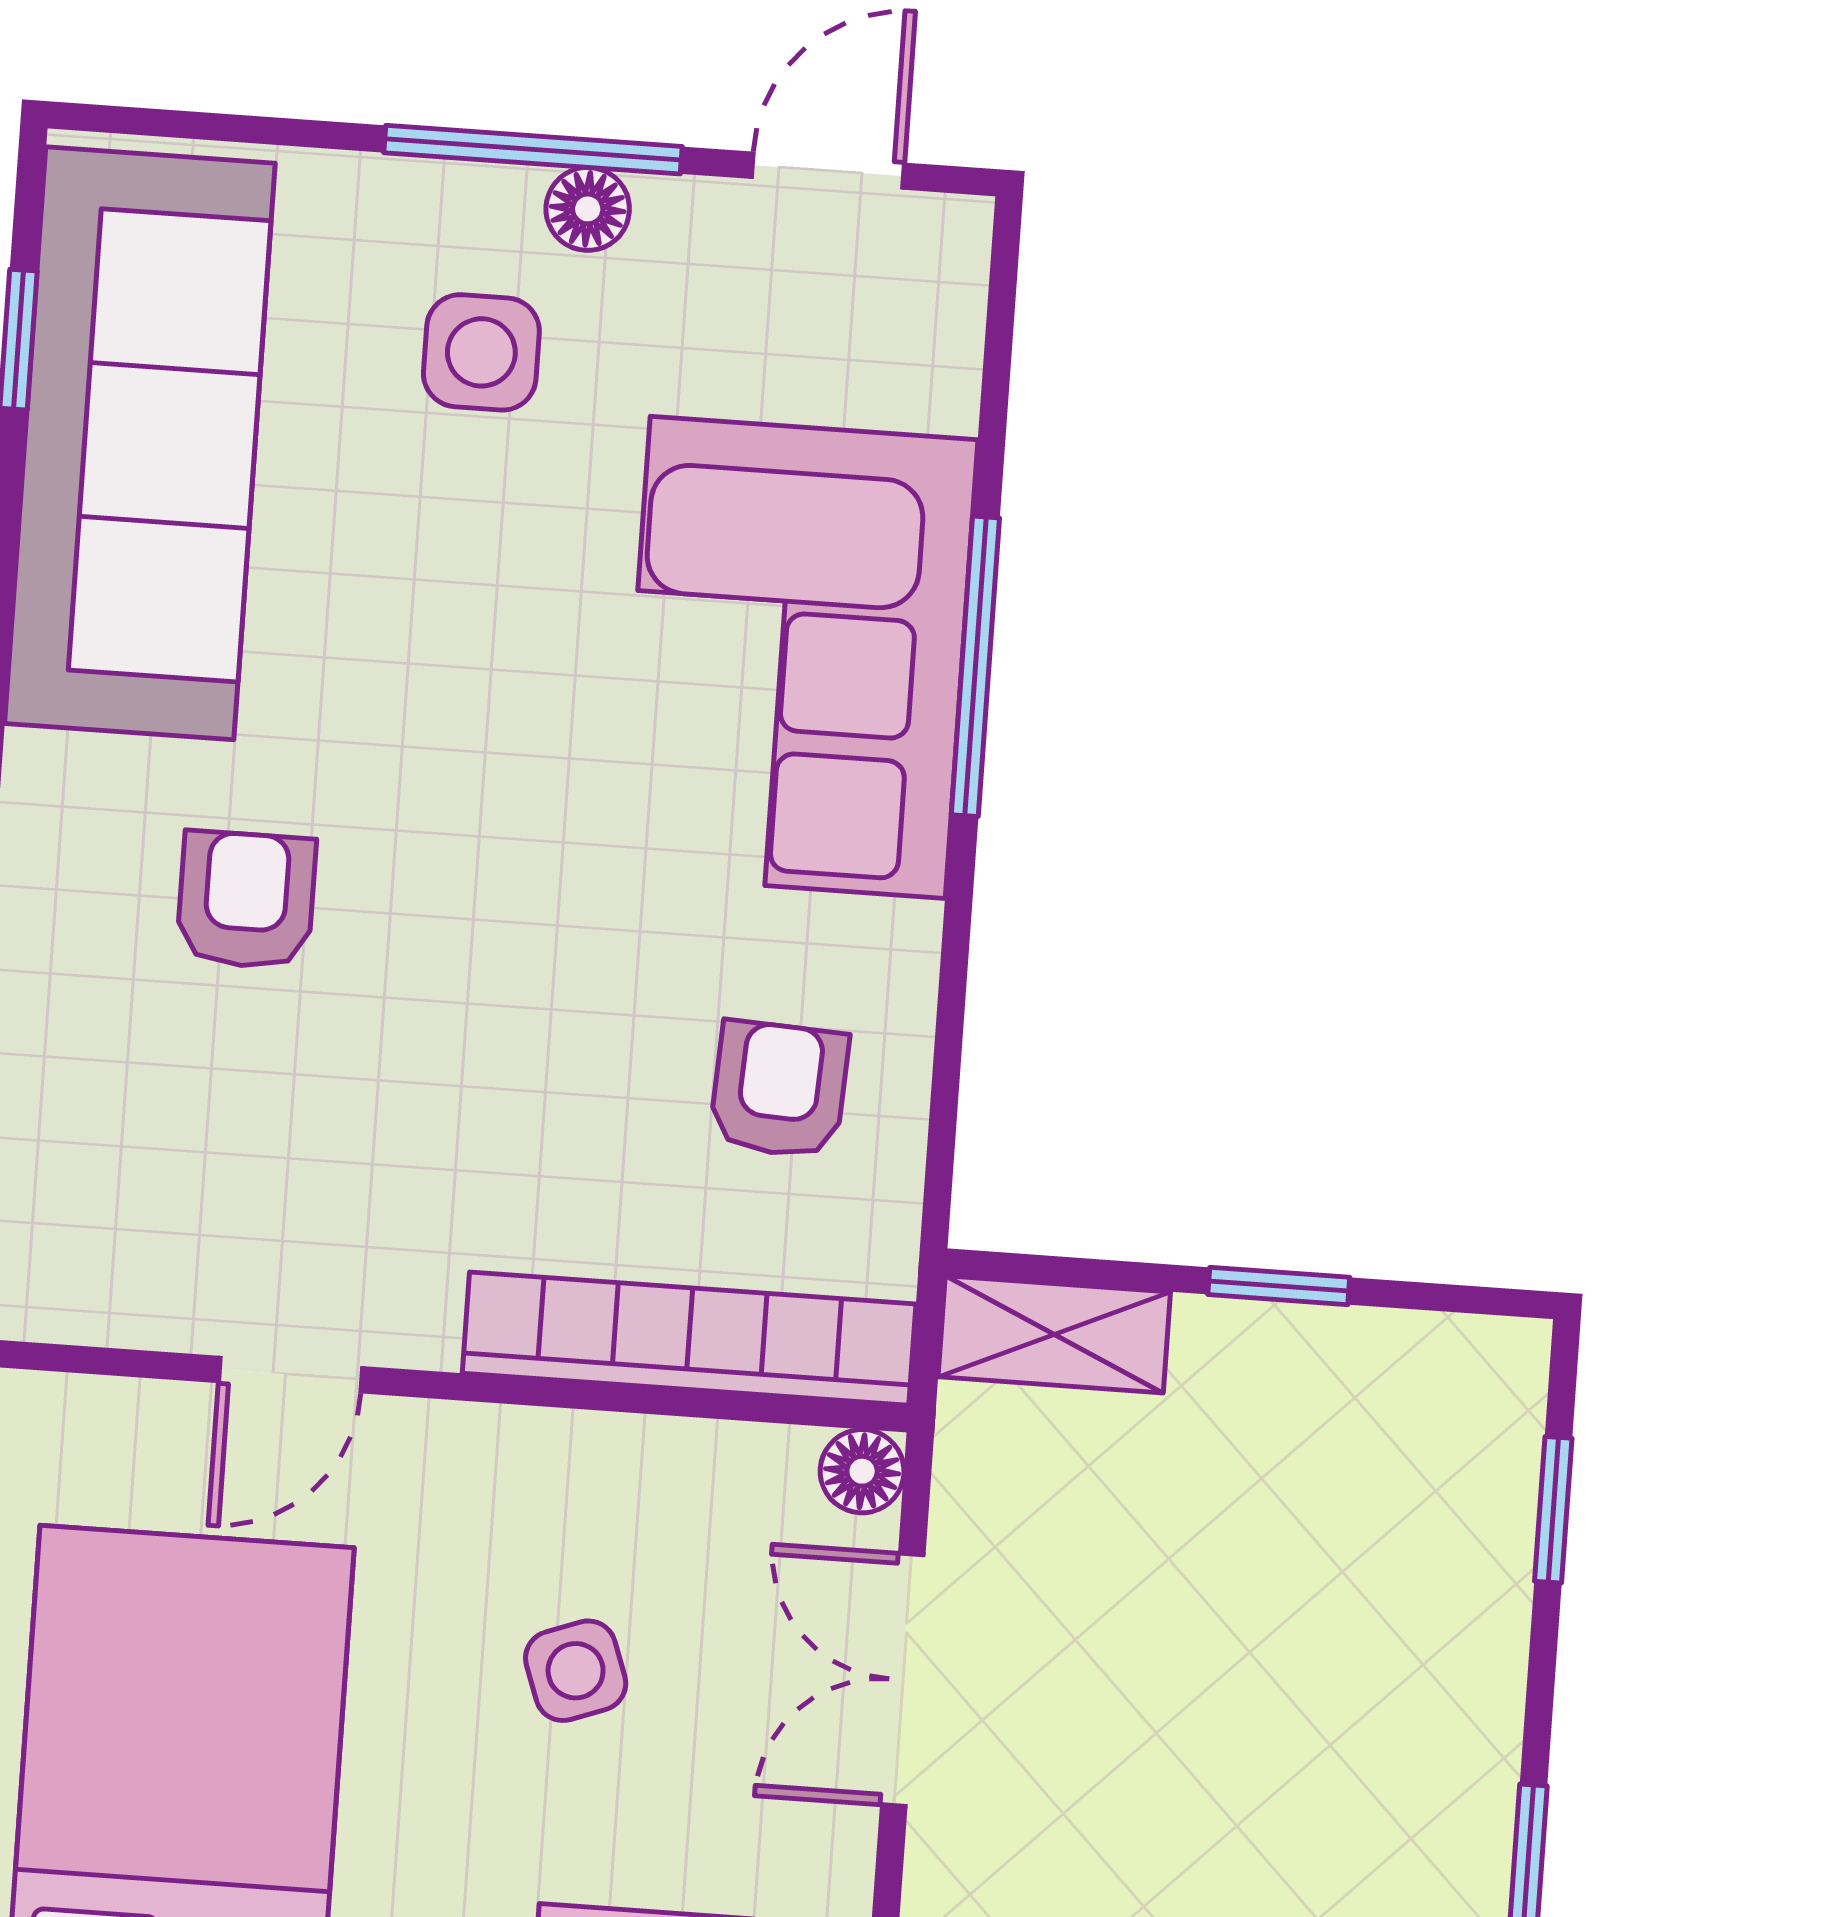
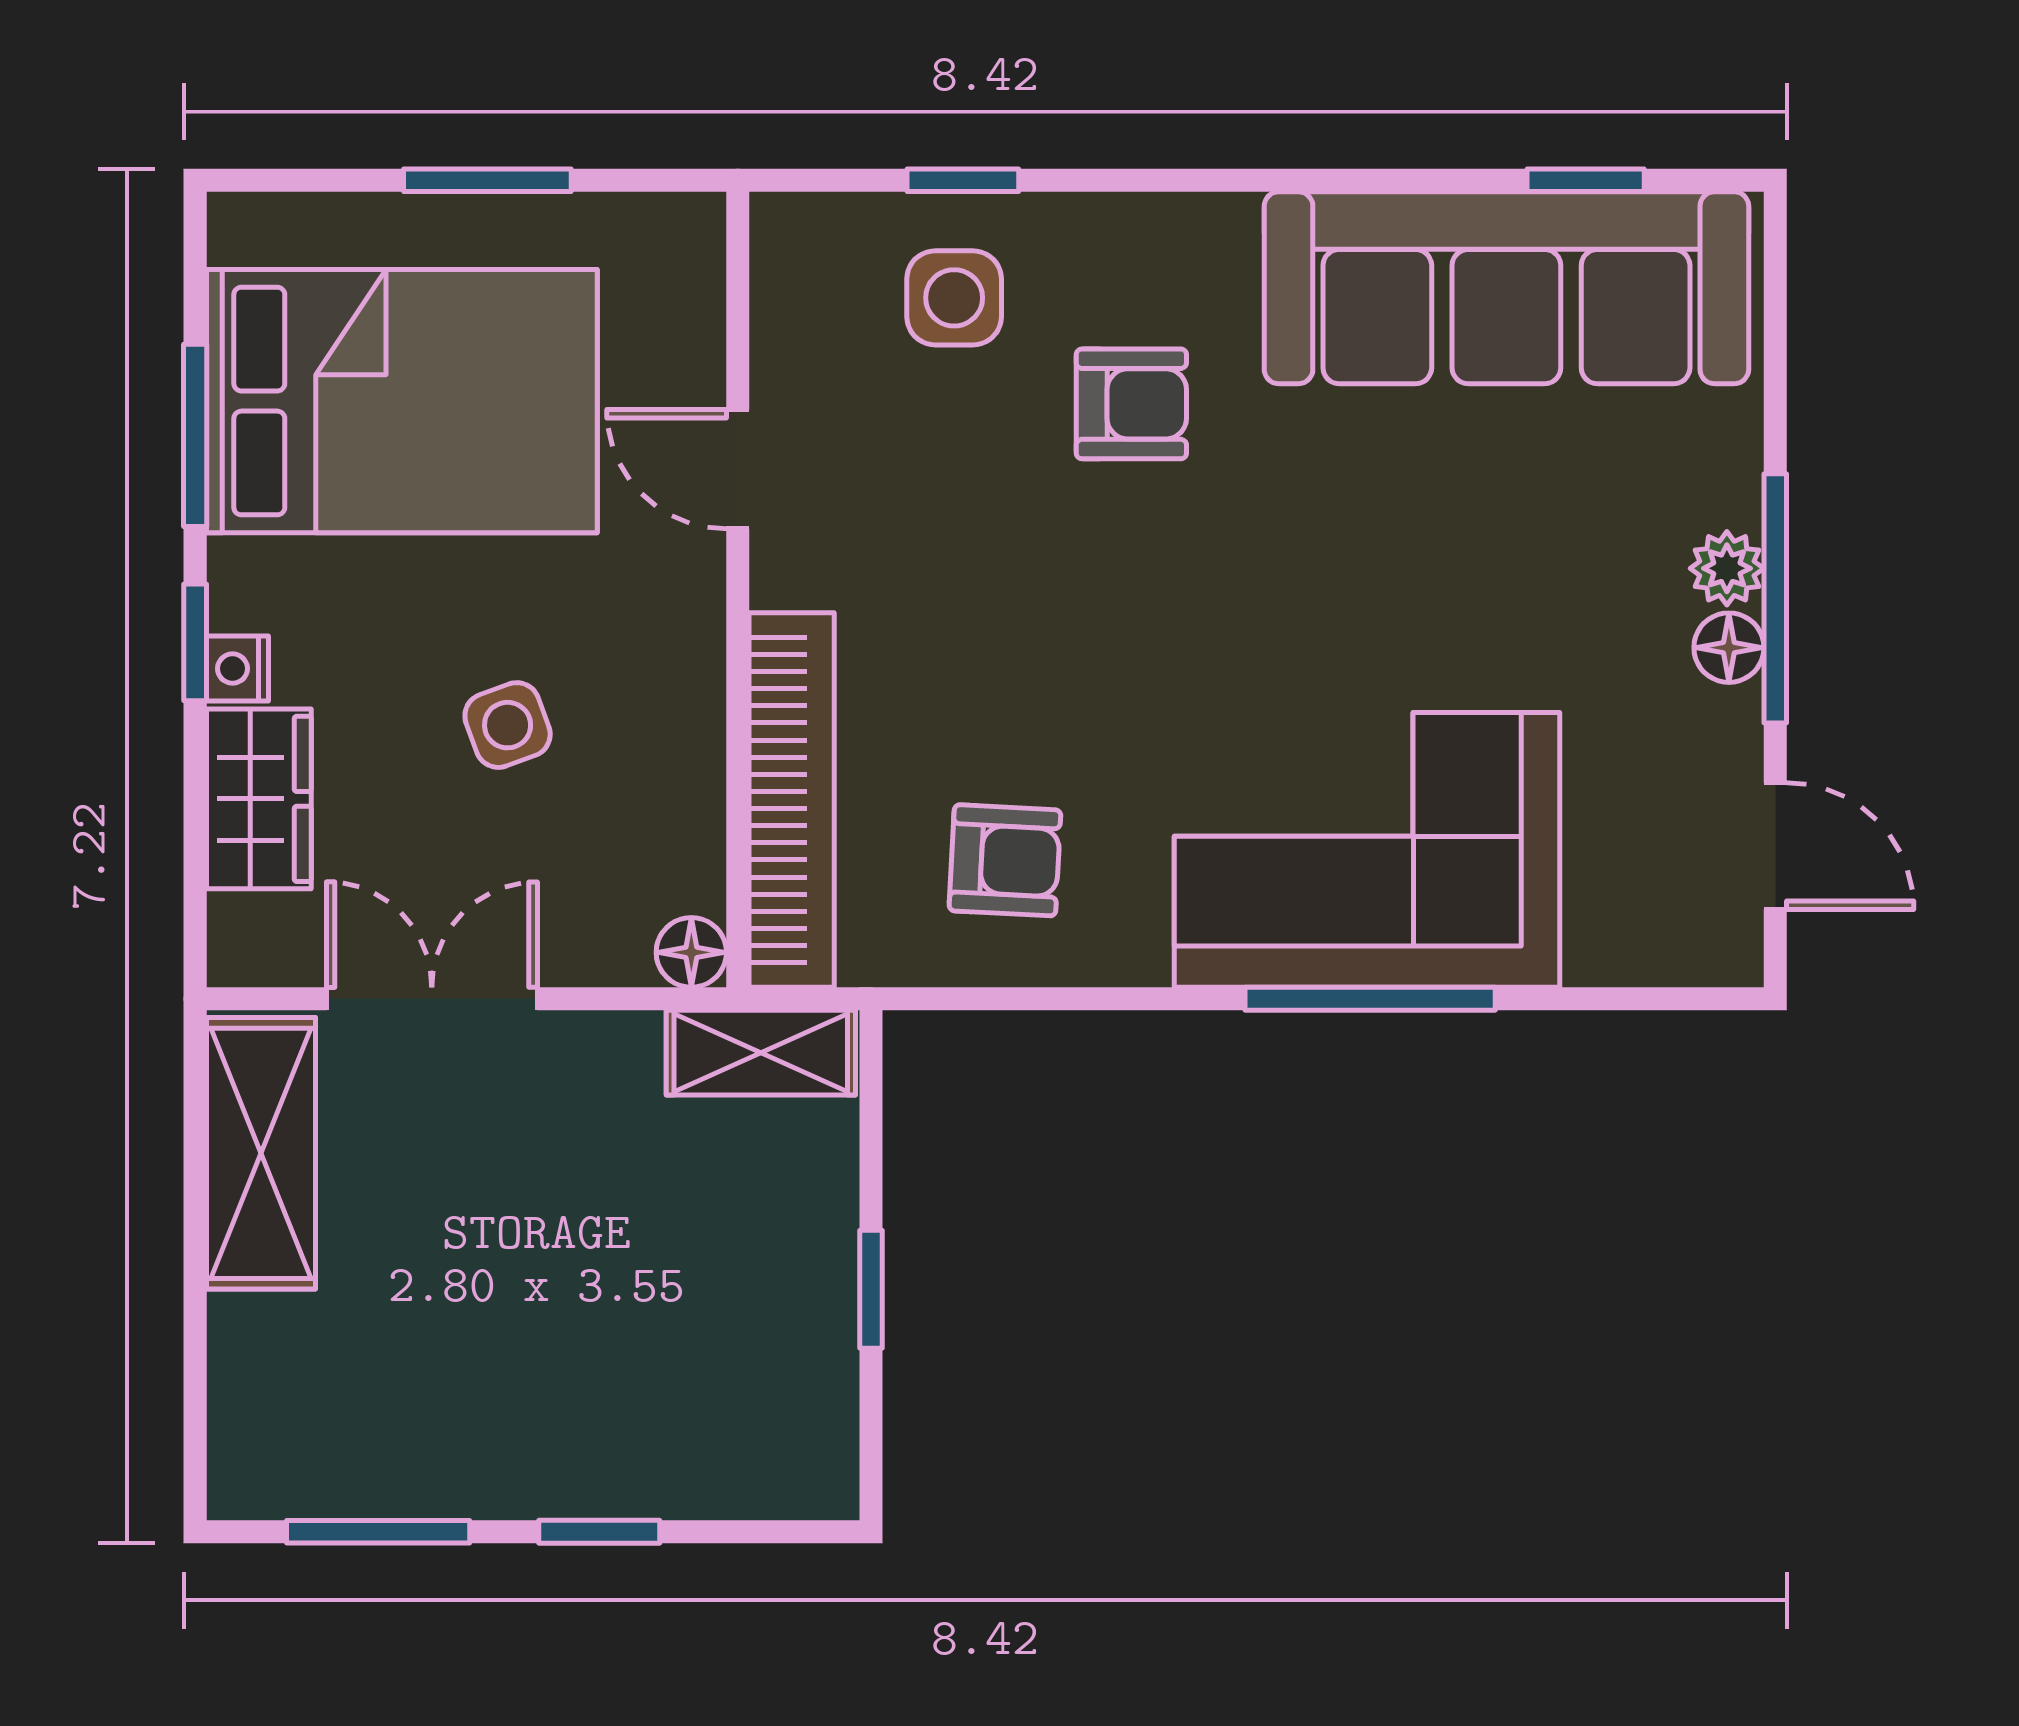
plant: (493, 204) -> (1727, 568), added
side table: (481, 352) -> (954, 298), moved
shelving: (1054, 1334) -> (761, 1053), moved, turned 90
window: (1553, 1510) -> (599, 1532), moved
double door: (903, 1680) -> (432, 999), moved

